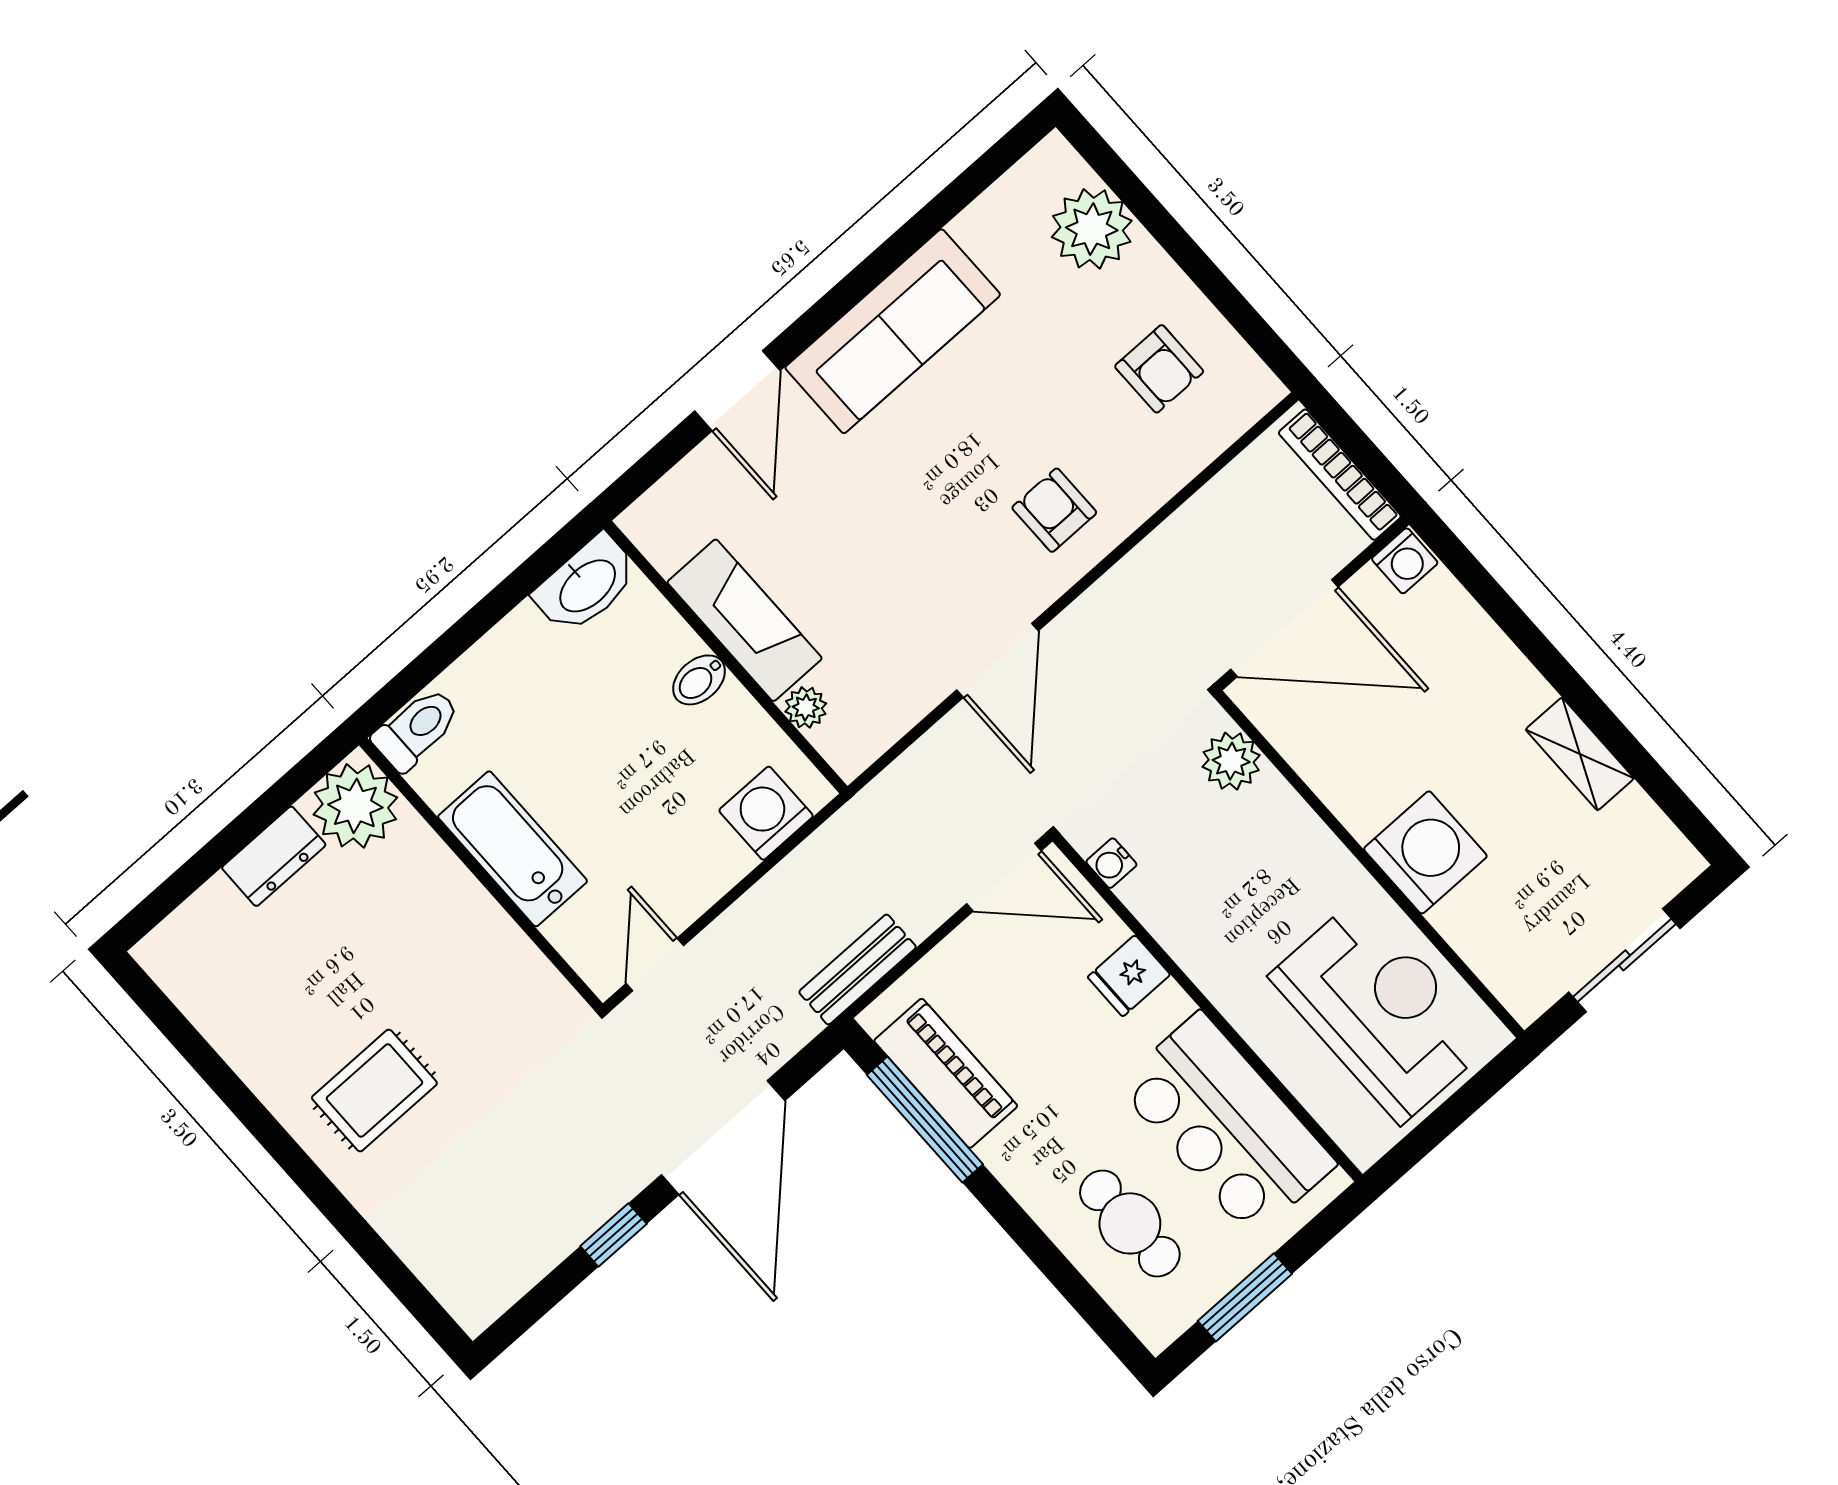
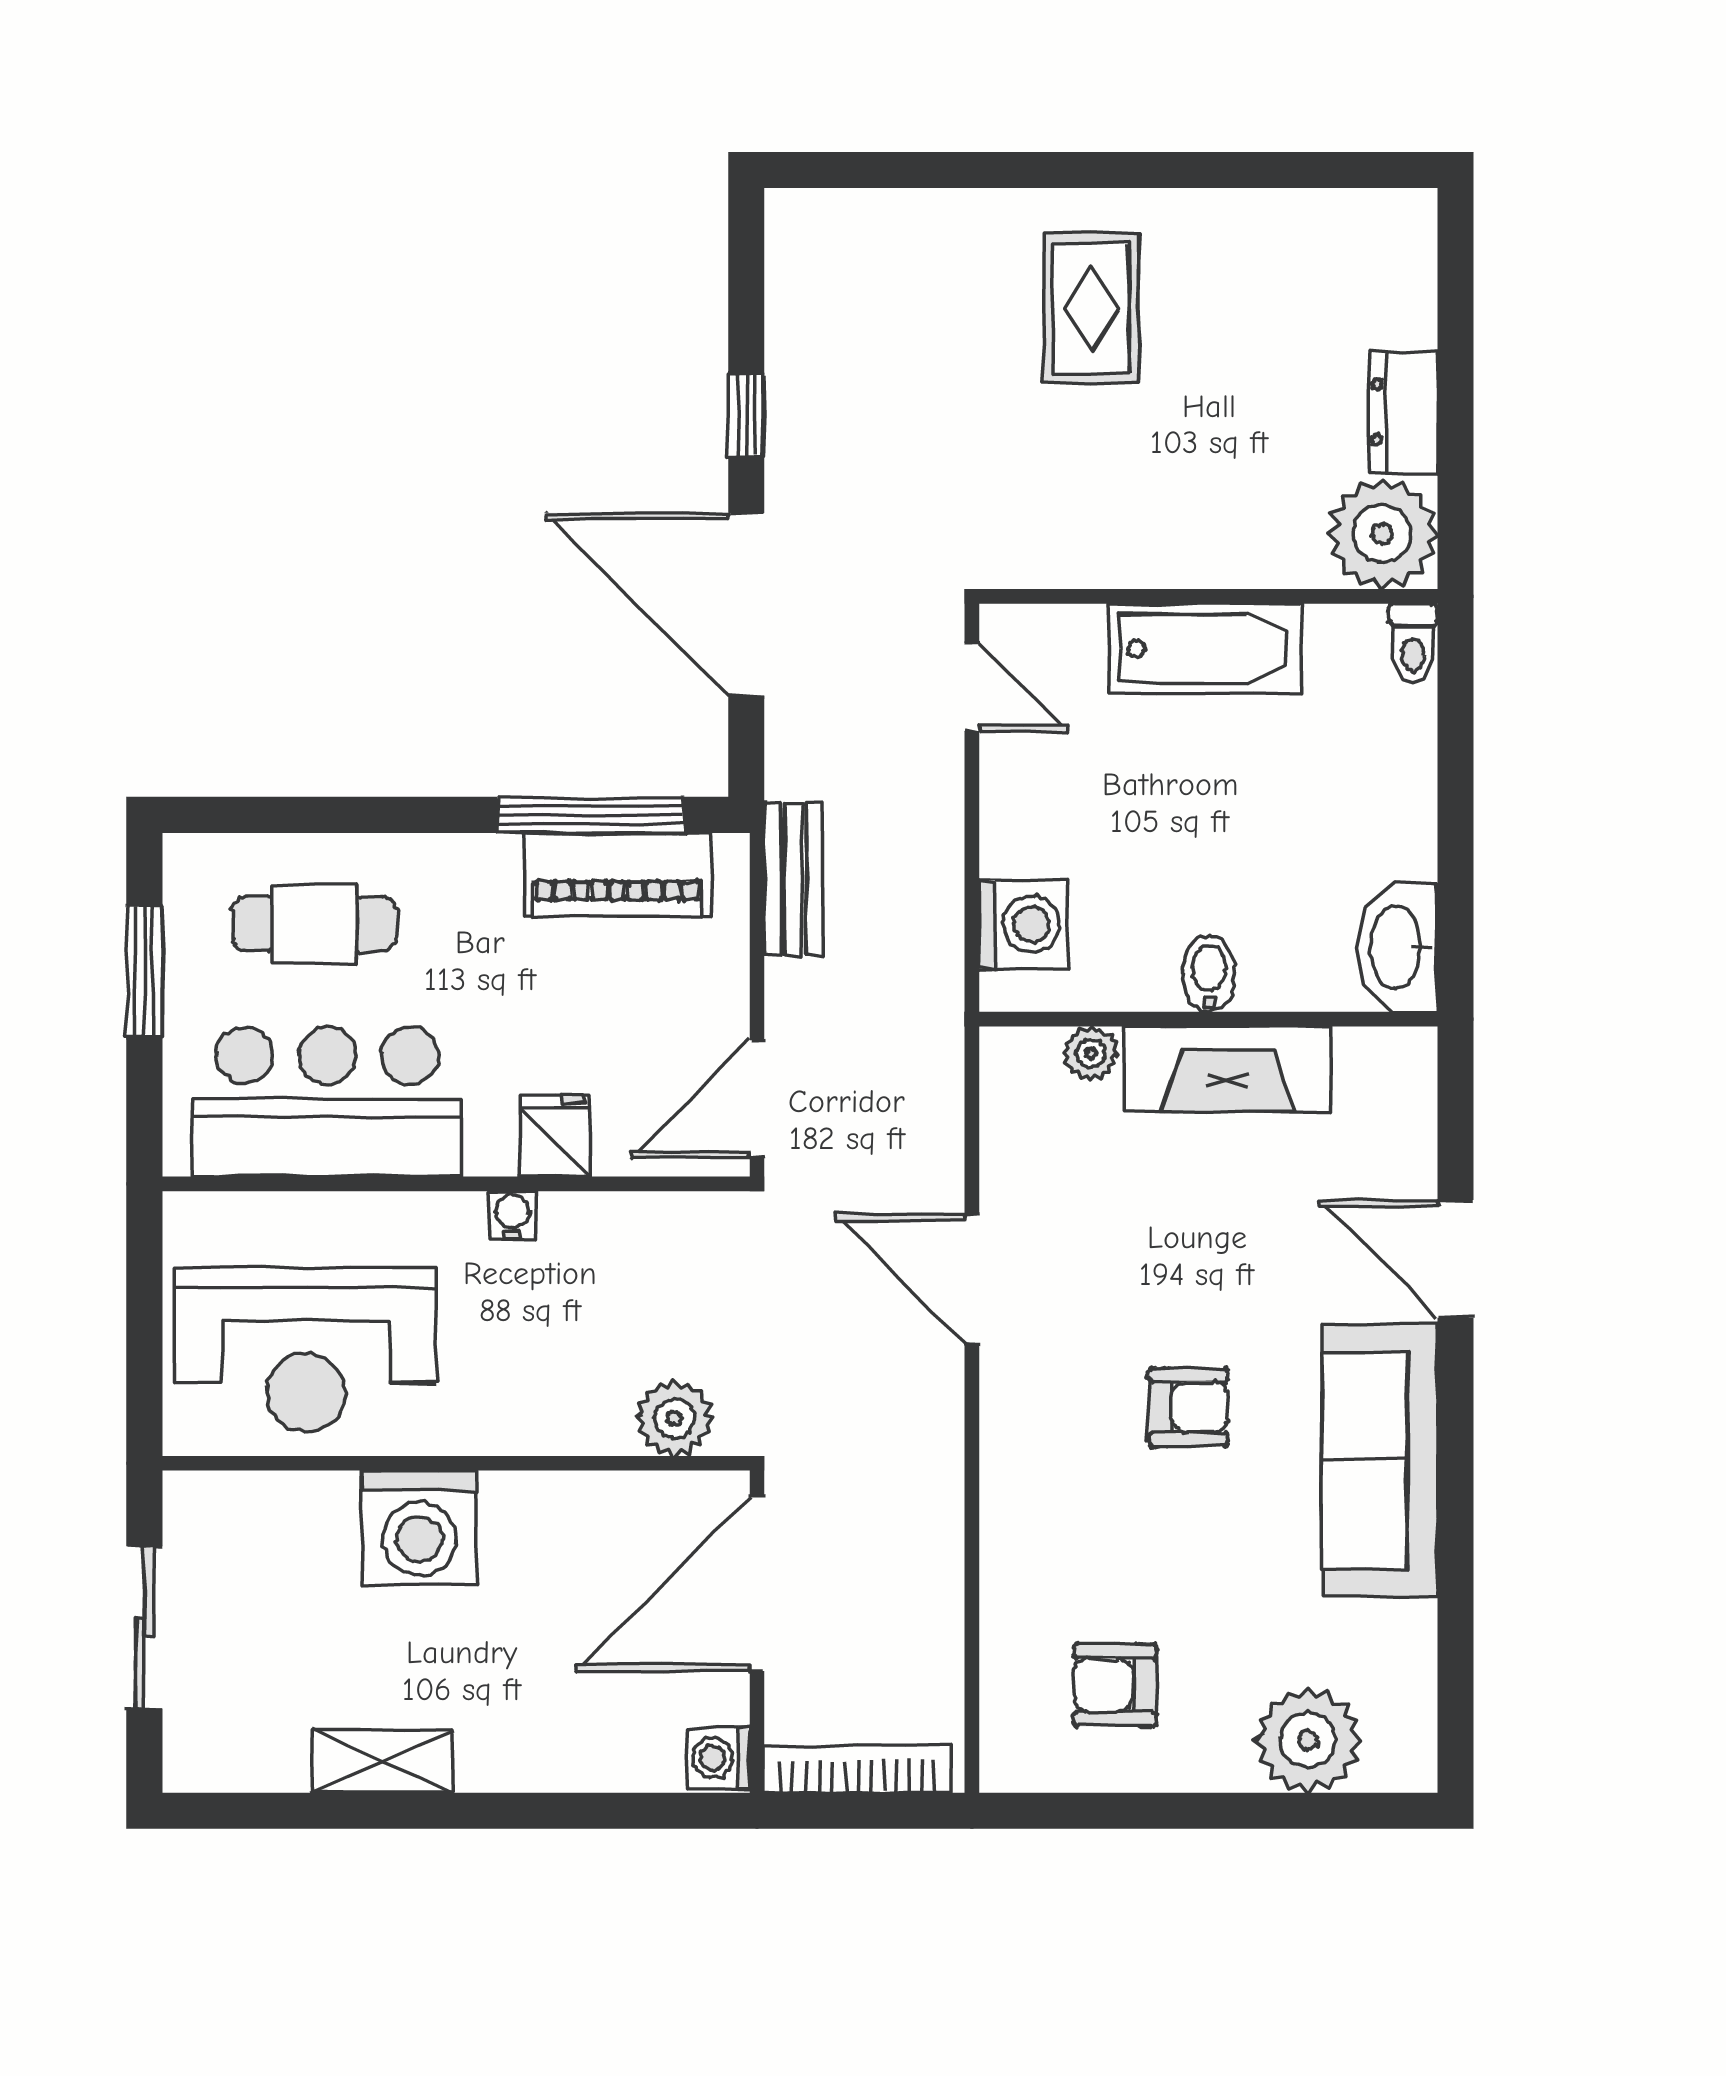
armchair: (1054, 510) -> (1189, 1407), moved
toilet: (417, 729) -> (1413, 643), width x0.73, depth x0.72
water cooler: (1111, 863) -> (512, 1215), moved

